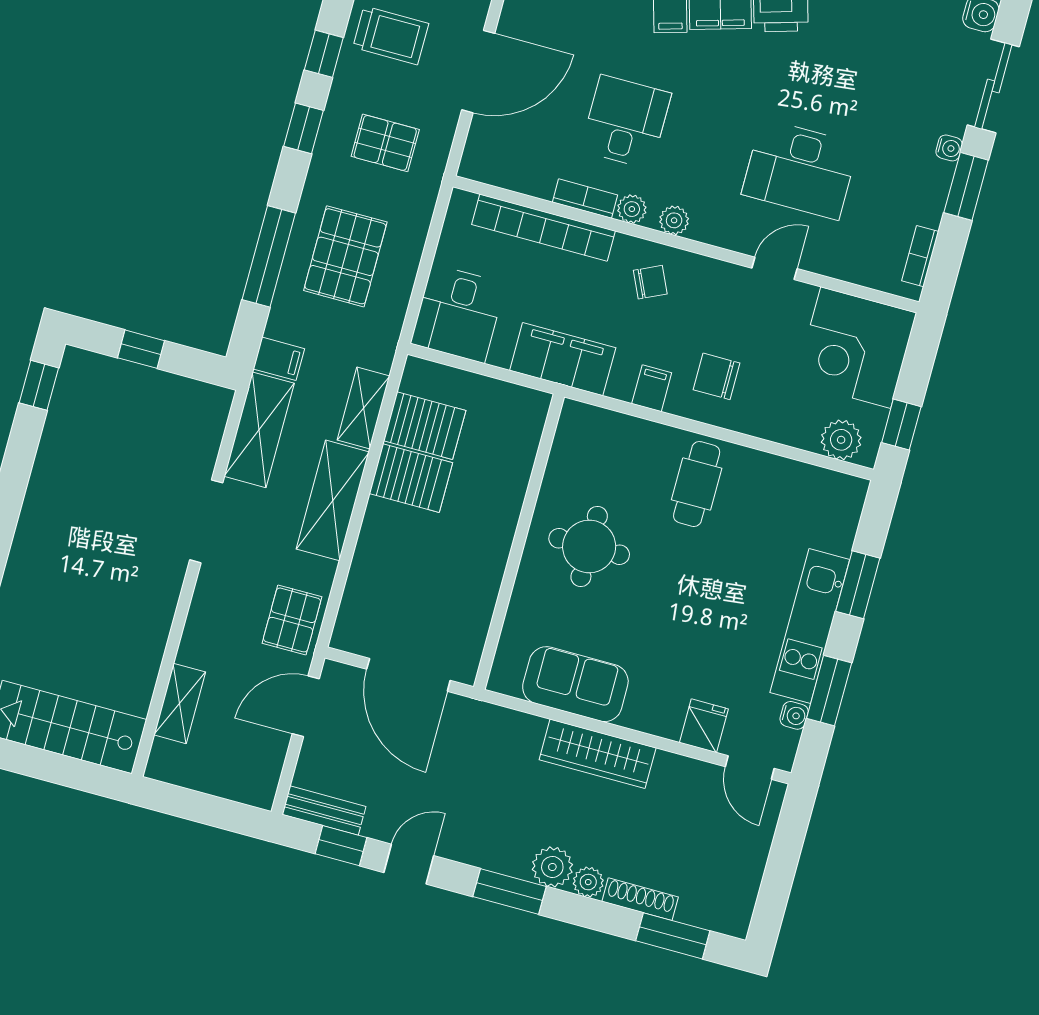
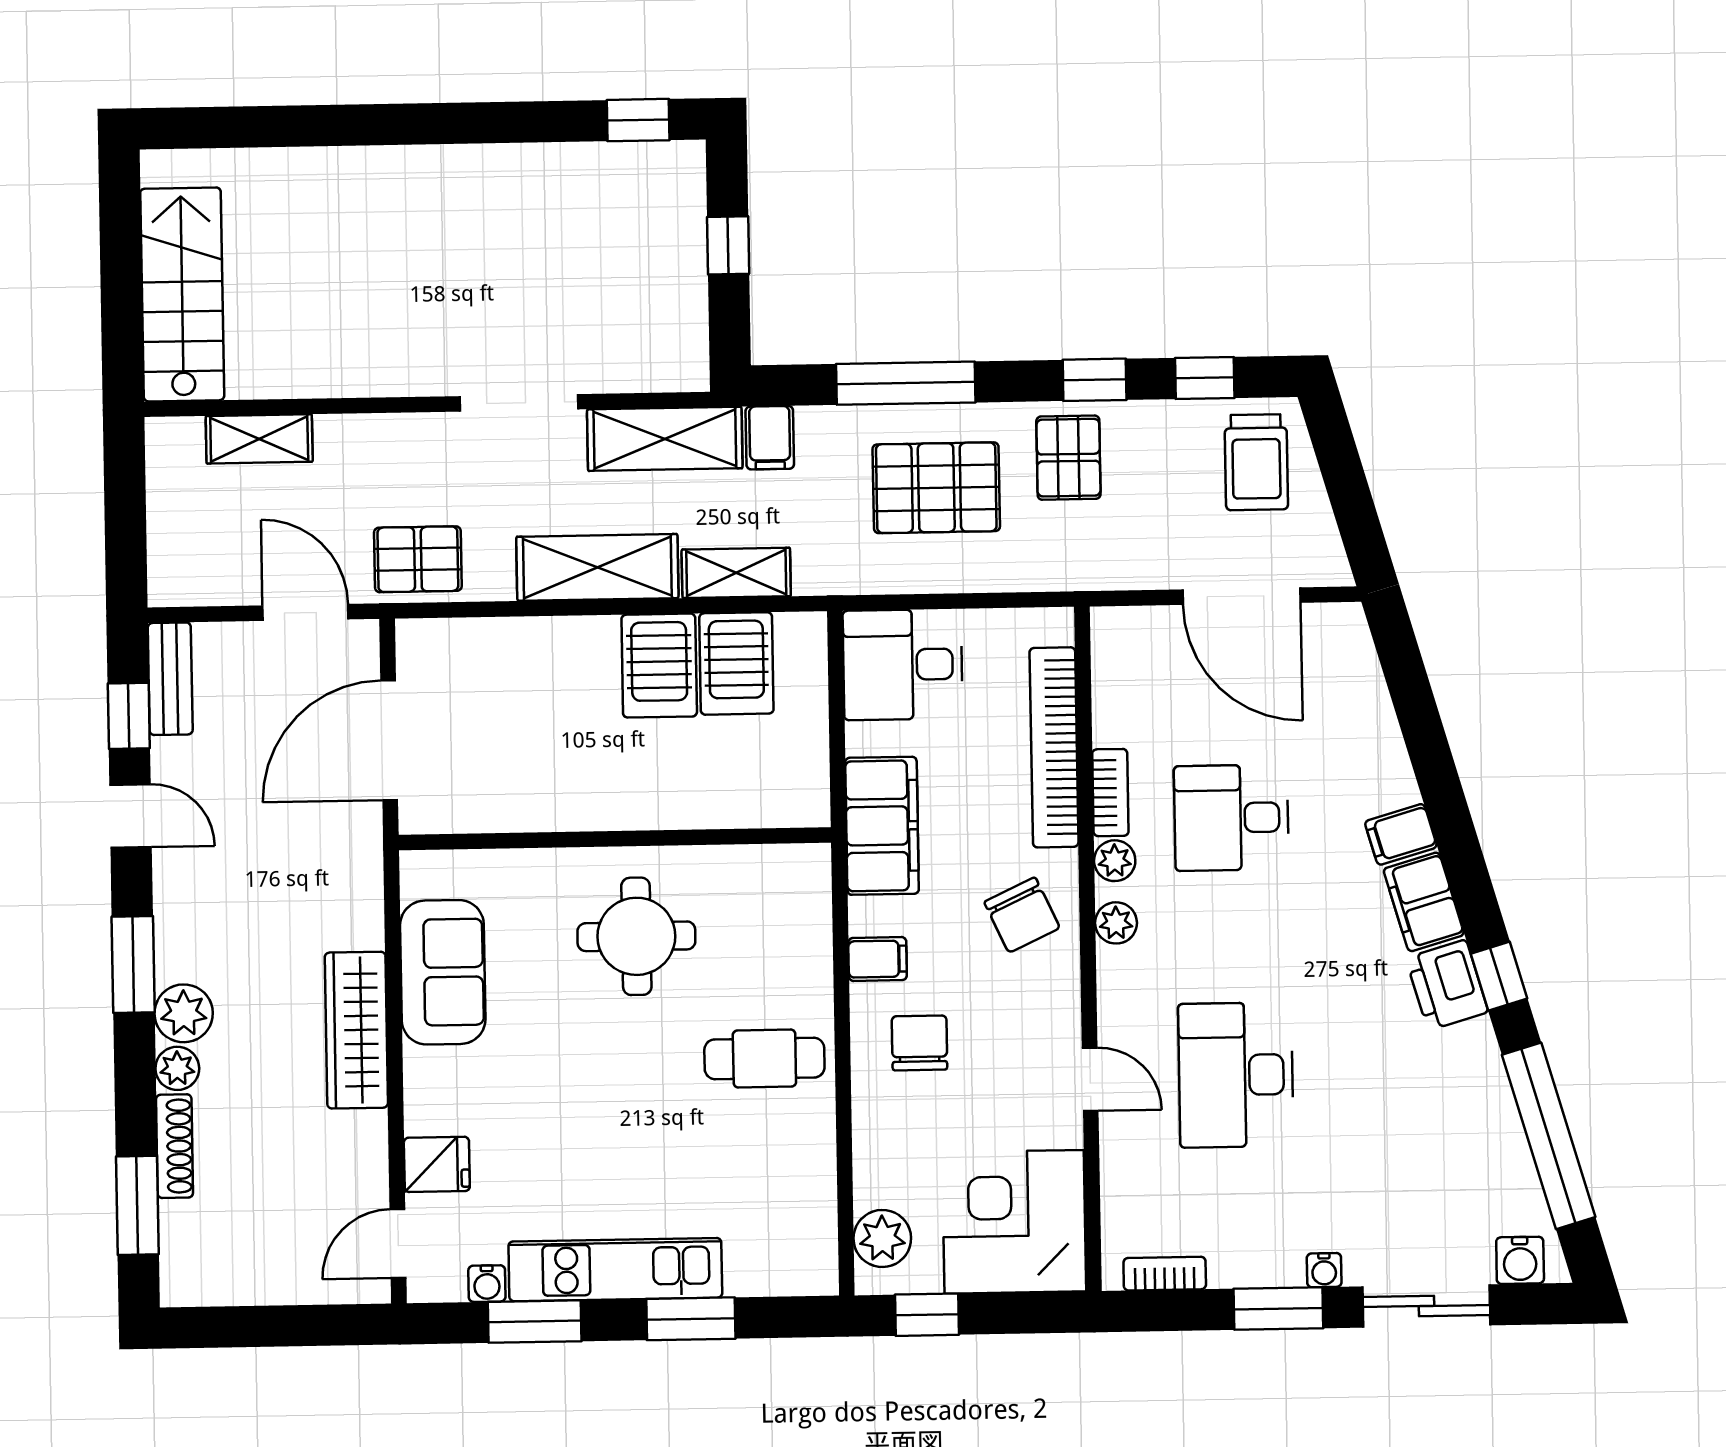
desk: (626, 122) -> (1231, 818), turned 180
pallet: (385, 143) -> (1068, 458), moved
chair: (650, 282) -> (1022, 915), width x1.37, depth x1.37

